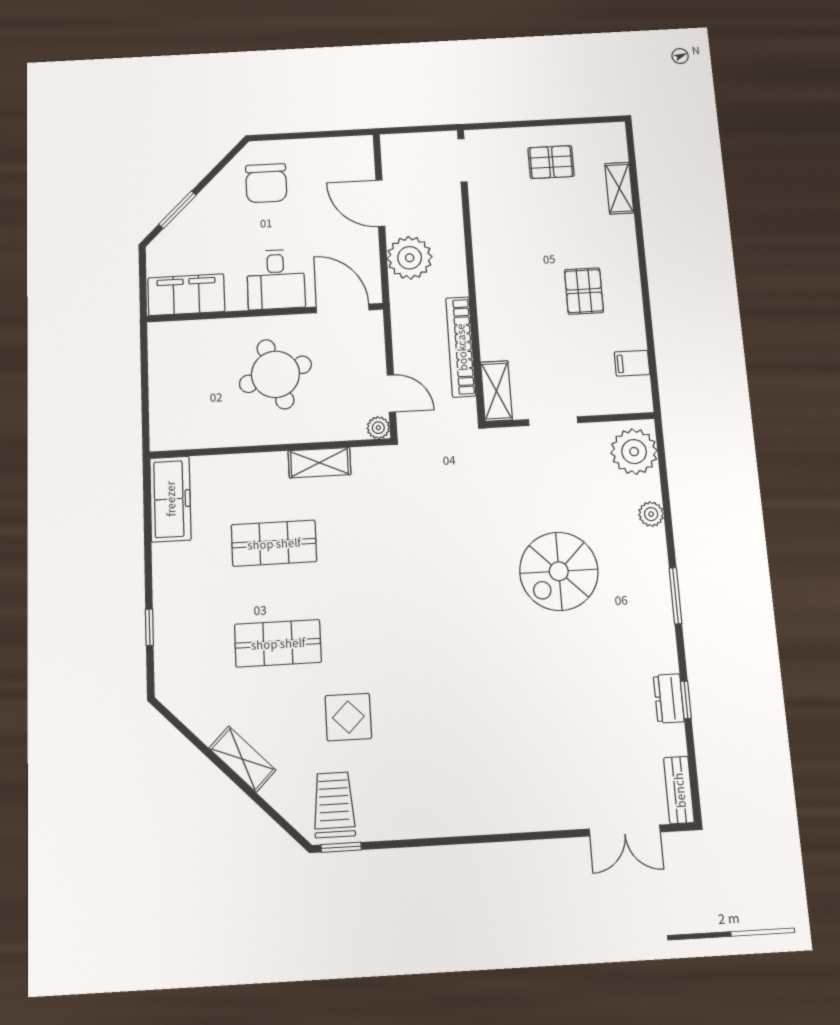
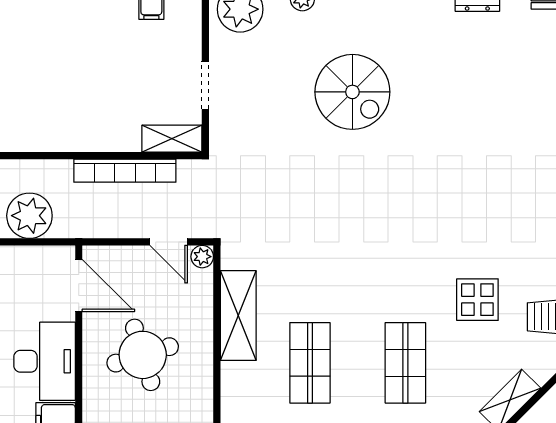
desk: (276, 279) -> (45, 361), width x1.37
pallet: (584, 291) -> (74, 44), removed
door: (343, 308) -> (79, 285), swing flipped
door: (391, 394) -> (169, 242), swing flipped
shelving: (319, 463) -> (238, 316), width x1.50, depth x1.33

